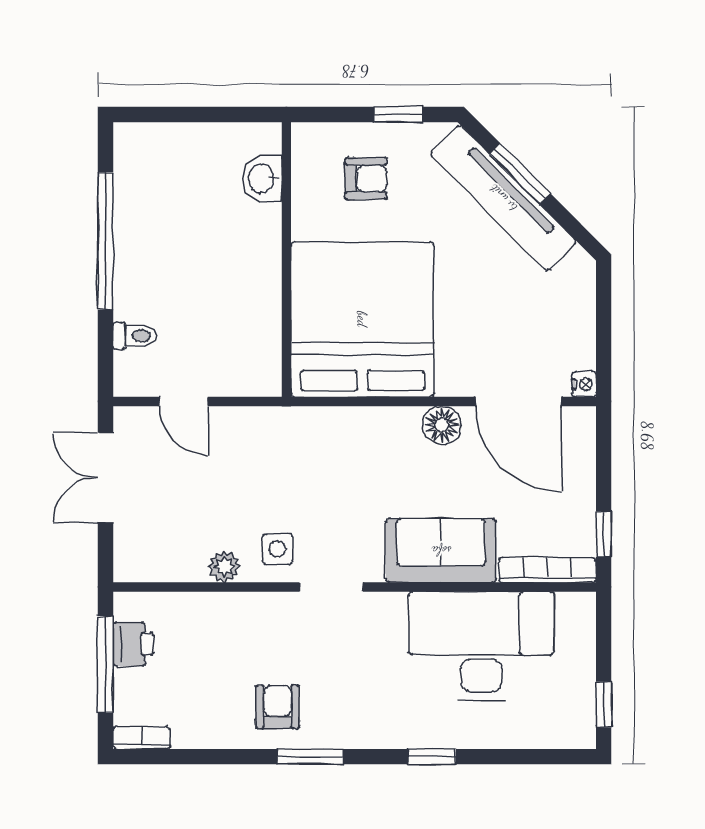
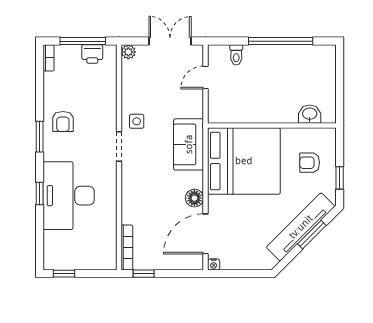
armchair: (366, 179) -> (310, 163), turned 90
sofa: (441, 551) -> (189, 144), moved, turned 180
plant: (224, 567) -> (128, 52), moved
desk: (481, 646) -> (69, 196), moved, turned 180
armchair: (278, 707) -> (63, 121), turned 90

